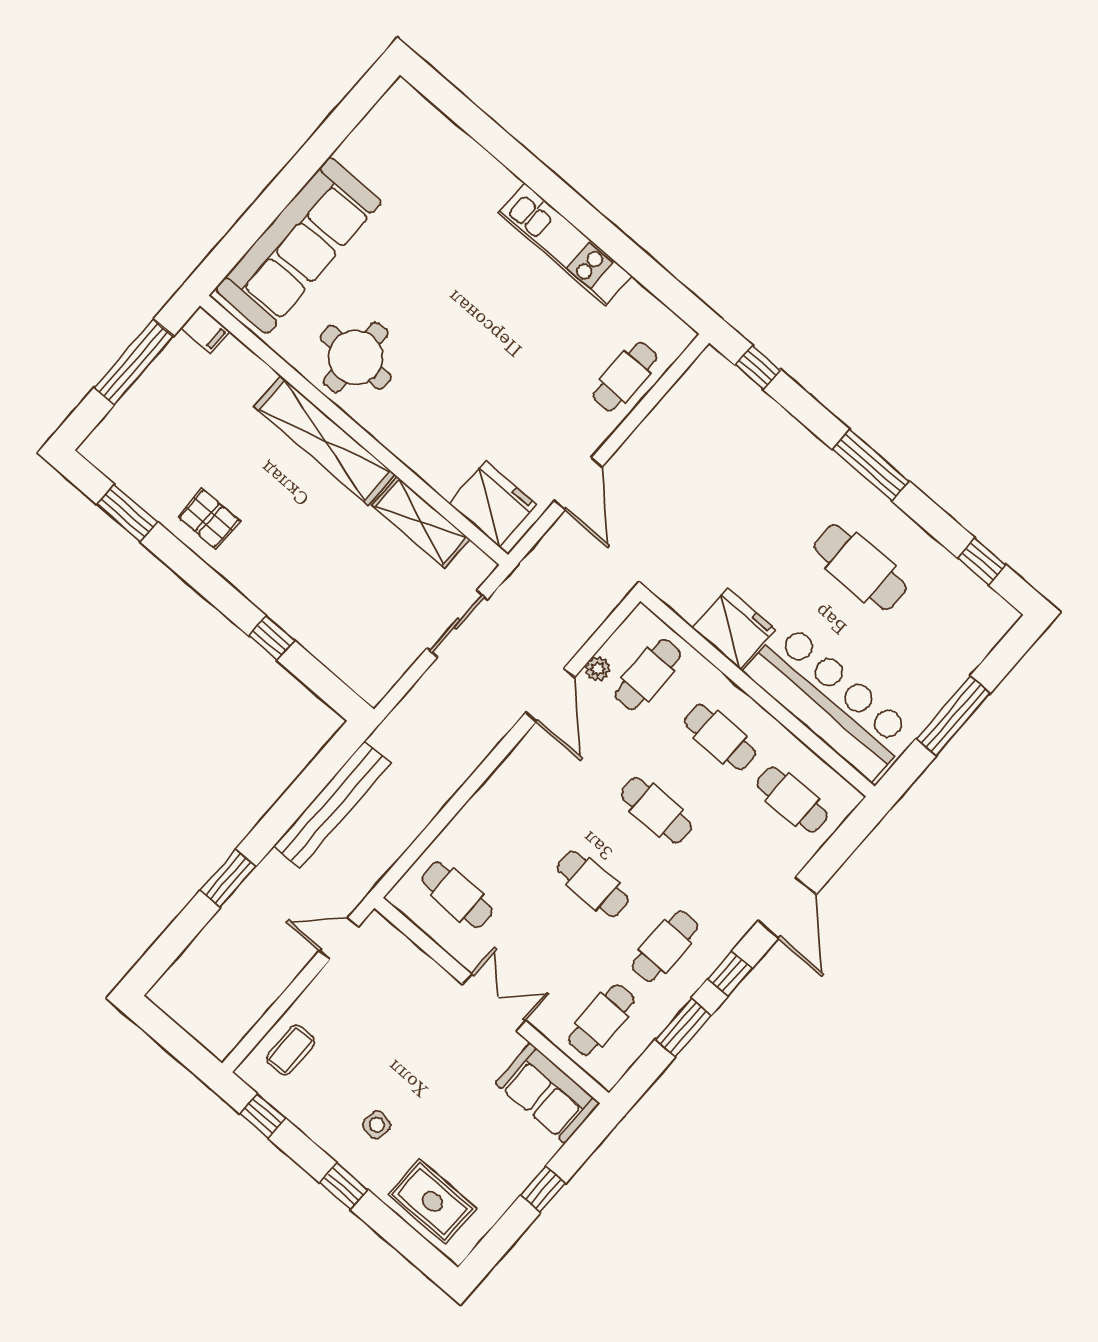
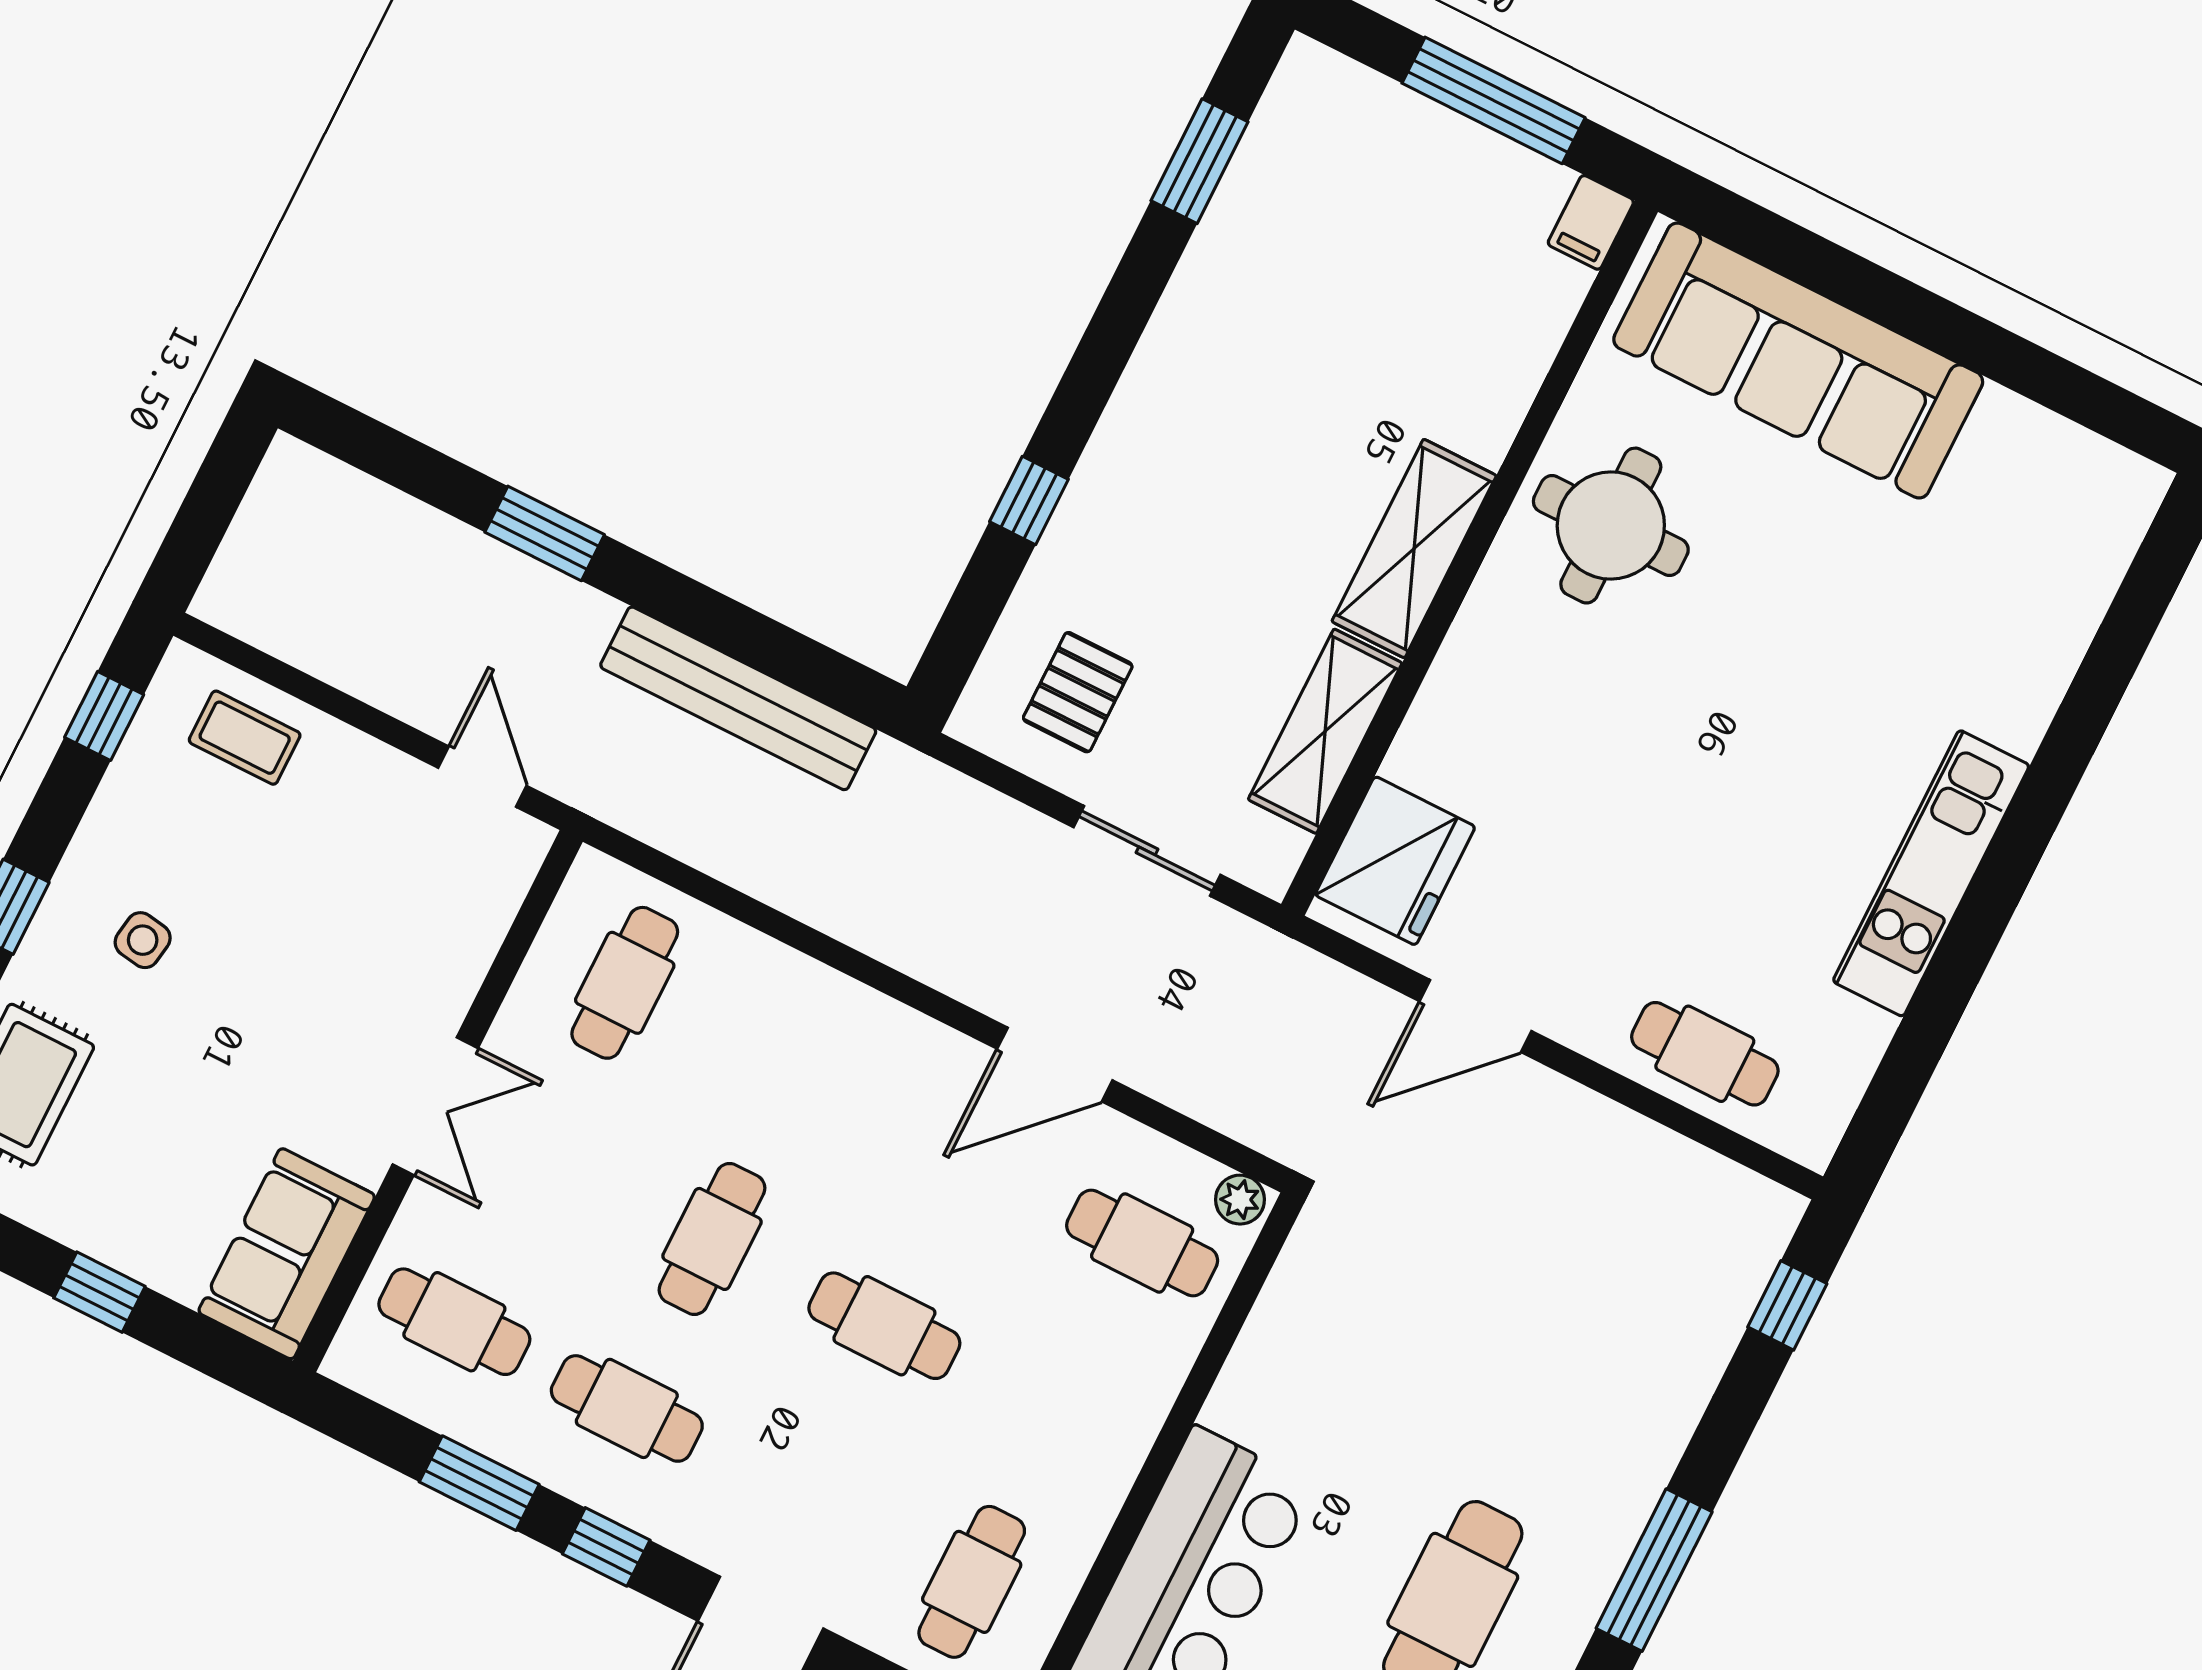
shelving: (324, 440) -> (1414, 549), width x0.68
pallet: (209, 519) -> (1078, 692), moved
fridge: (734, 629) -> (1272, 1386), removed
plant: (598, 669) -> (1240, 1200), moved
cafe table: (720, 737) -> (1057, 1412), removed
cafe table: (656, 810) -> (884, 1326), turned 90

